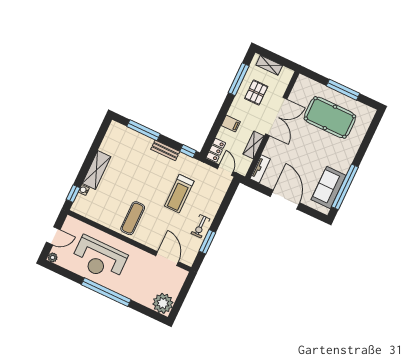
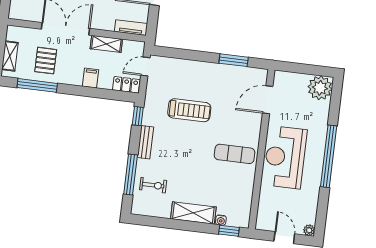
pallet: (256, 92) -> (46, 61), turned 90
exercise bike: (200, 226) -> (153, 185), moved
reception desk: (99, 259) -> (285, 157), moved, turned 180

